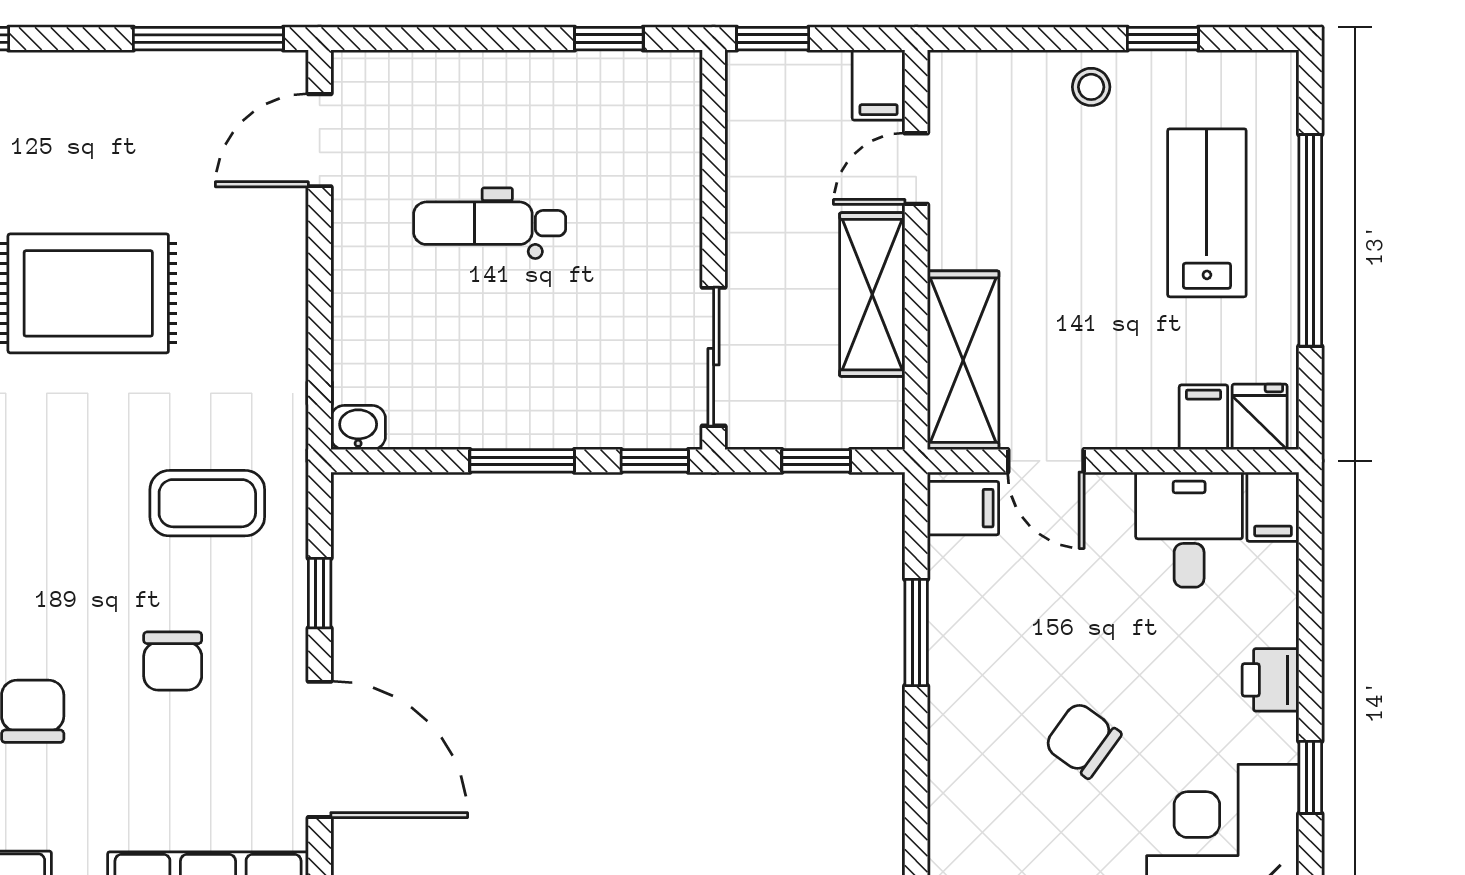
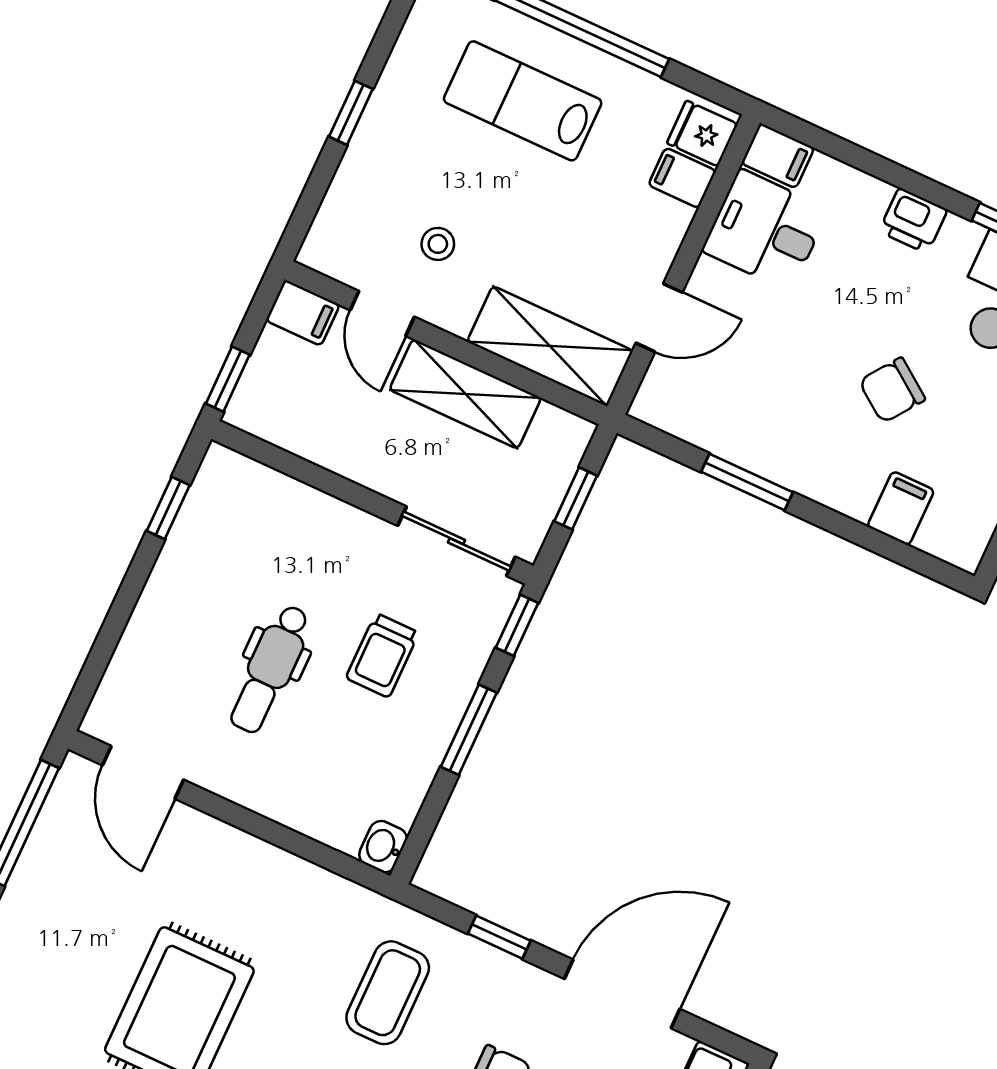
window: (1163, 39) -> (351, 113), moved
stool: (1091, 87) -> (438, 244), moved
trolley: (558, 334) -> (382, 655), added
filing cabinet: (963, 508) -> (901, 508), moved

